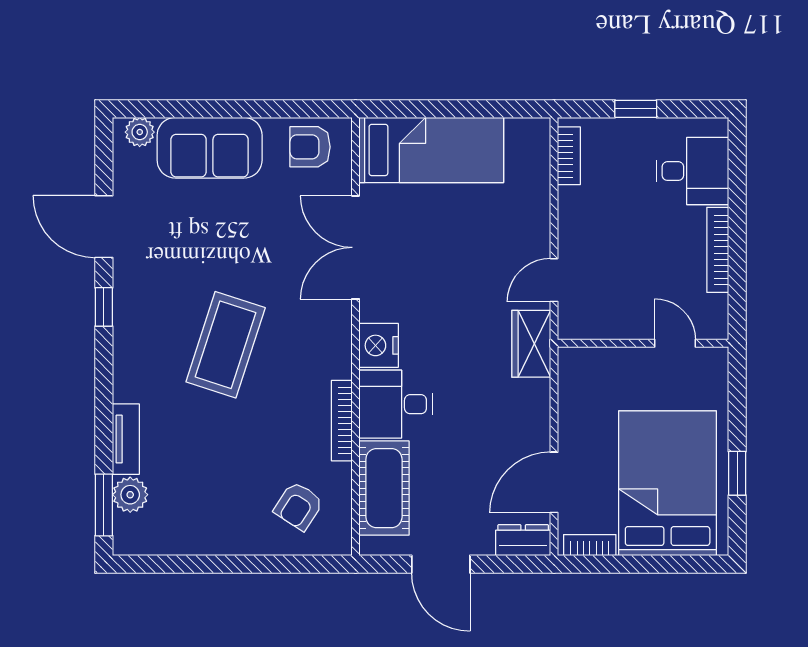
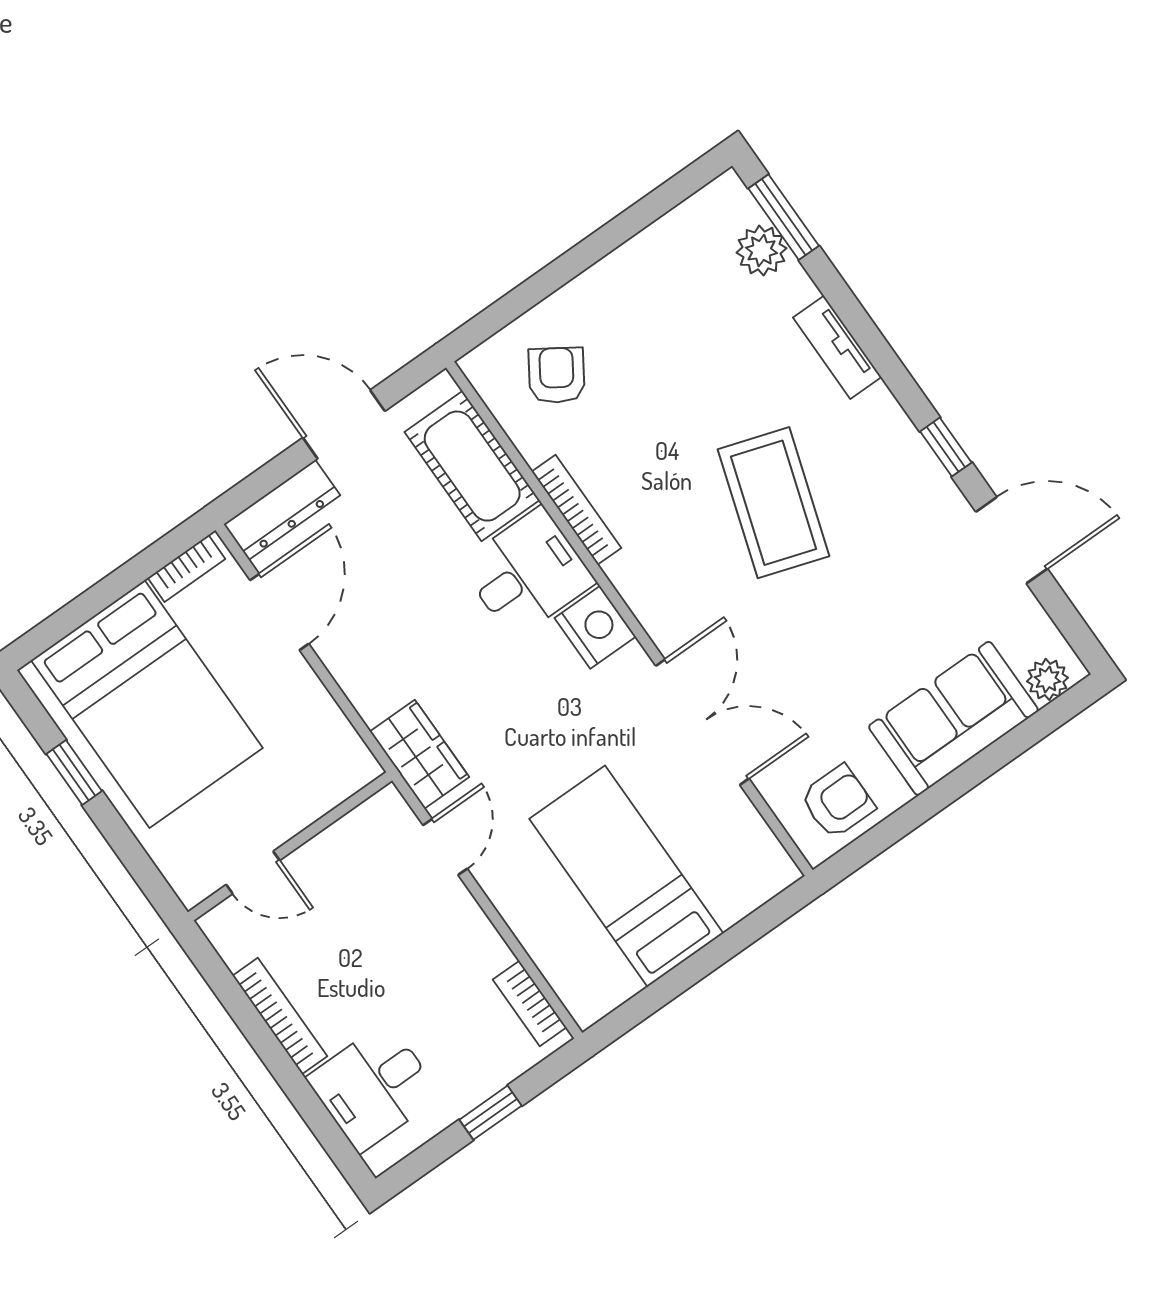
bed: (431, 150) -> (626, 876), moved, turned 90
tv unit: (126, 439) -> (837, 347), moved
dresser: (523, 540) -> (282, 510), width x1.44

